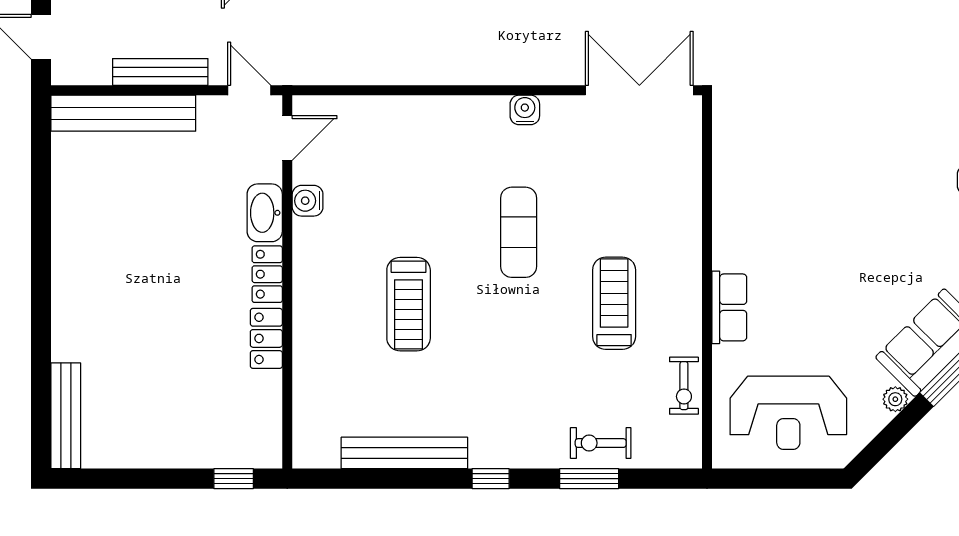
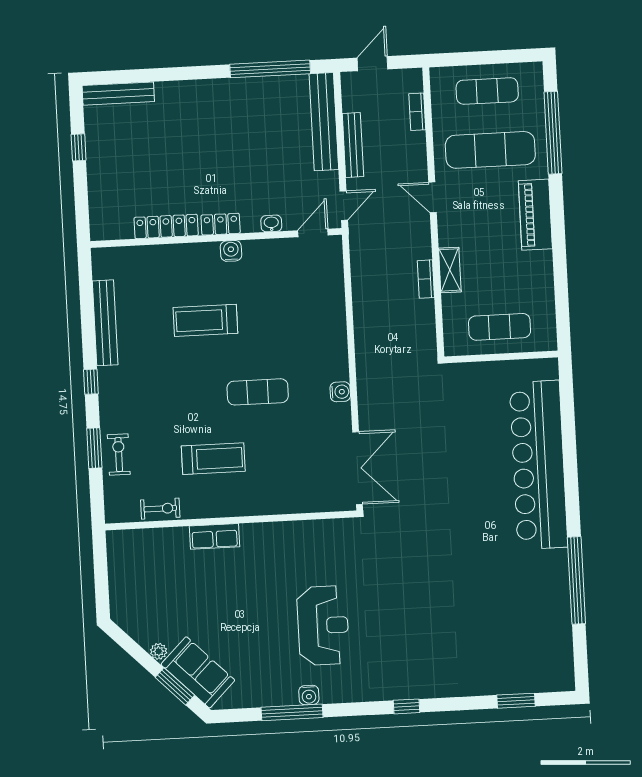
door: (287, 138) -> (313, 233), swing flipped
window: (41, 189) -> (270, 69), added
water cooler: (308, 201) -> (231, 251), moved
washbasin: (265, 213) -> (271, 223), width x0.52, depth x0.69
locker: (266, 338) -> (166, 226), width x1.53
exercise bike: (684, 386) -> (160, 509), turned 180
reception desk: (788, 413) -> (323, 626), moved, turned 180
window: (234, 479) -> (79, 147), moved

